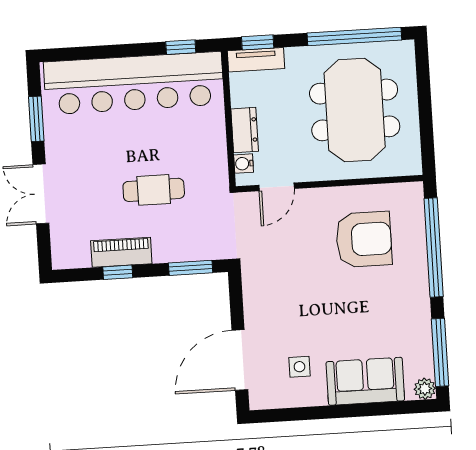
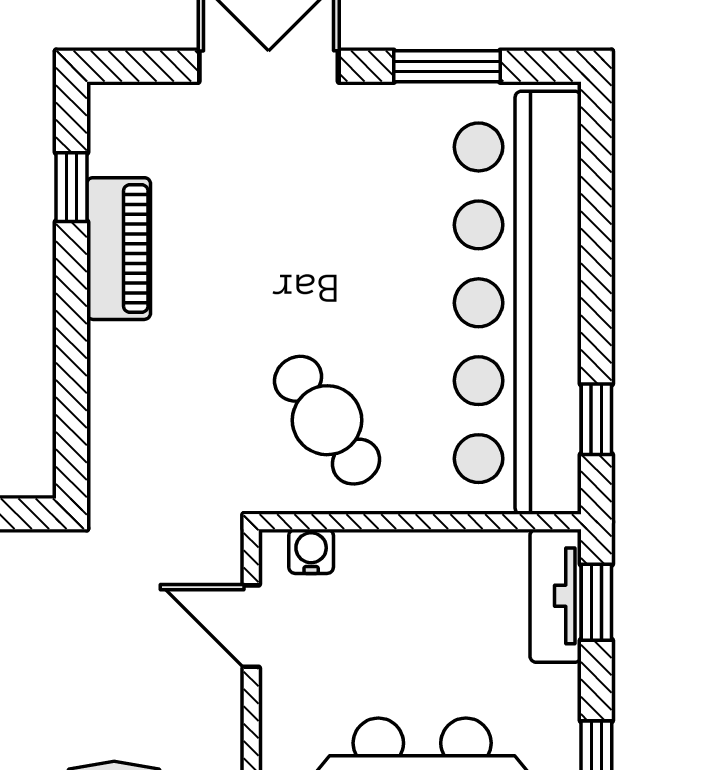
dresser: (245, 130) -> (391, 559), removed
cafe table: (154, 190) -> (327, 420), moved, turned -35
window: (191, 268) -> (72, 410), removed
window: (118, 272) -> (72, 187), moved

